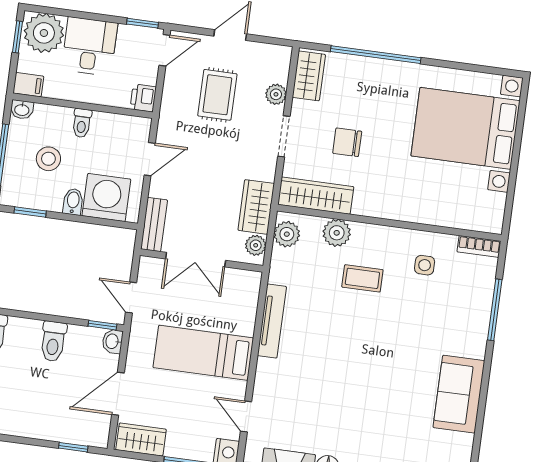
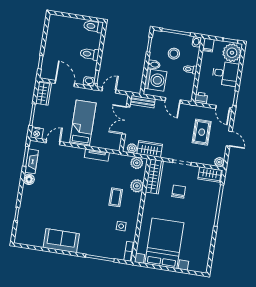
plant: (276, 94) -> (219, 162), moved
rug: (217, 95) -> (202, 132), turned 90
bed with nightstands: (465, 128) -> (164, 243), moved
tv unit: (272, 321) -> (97, 155), width x0.71

